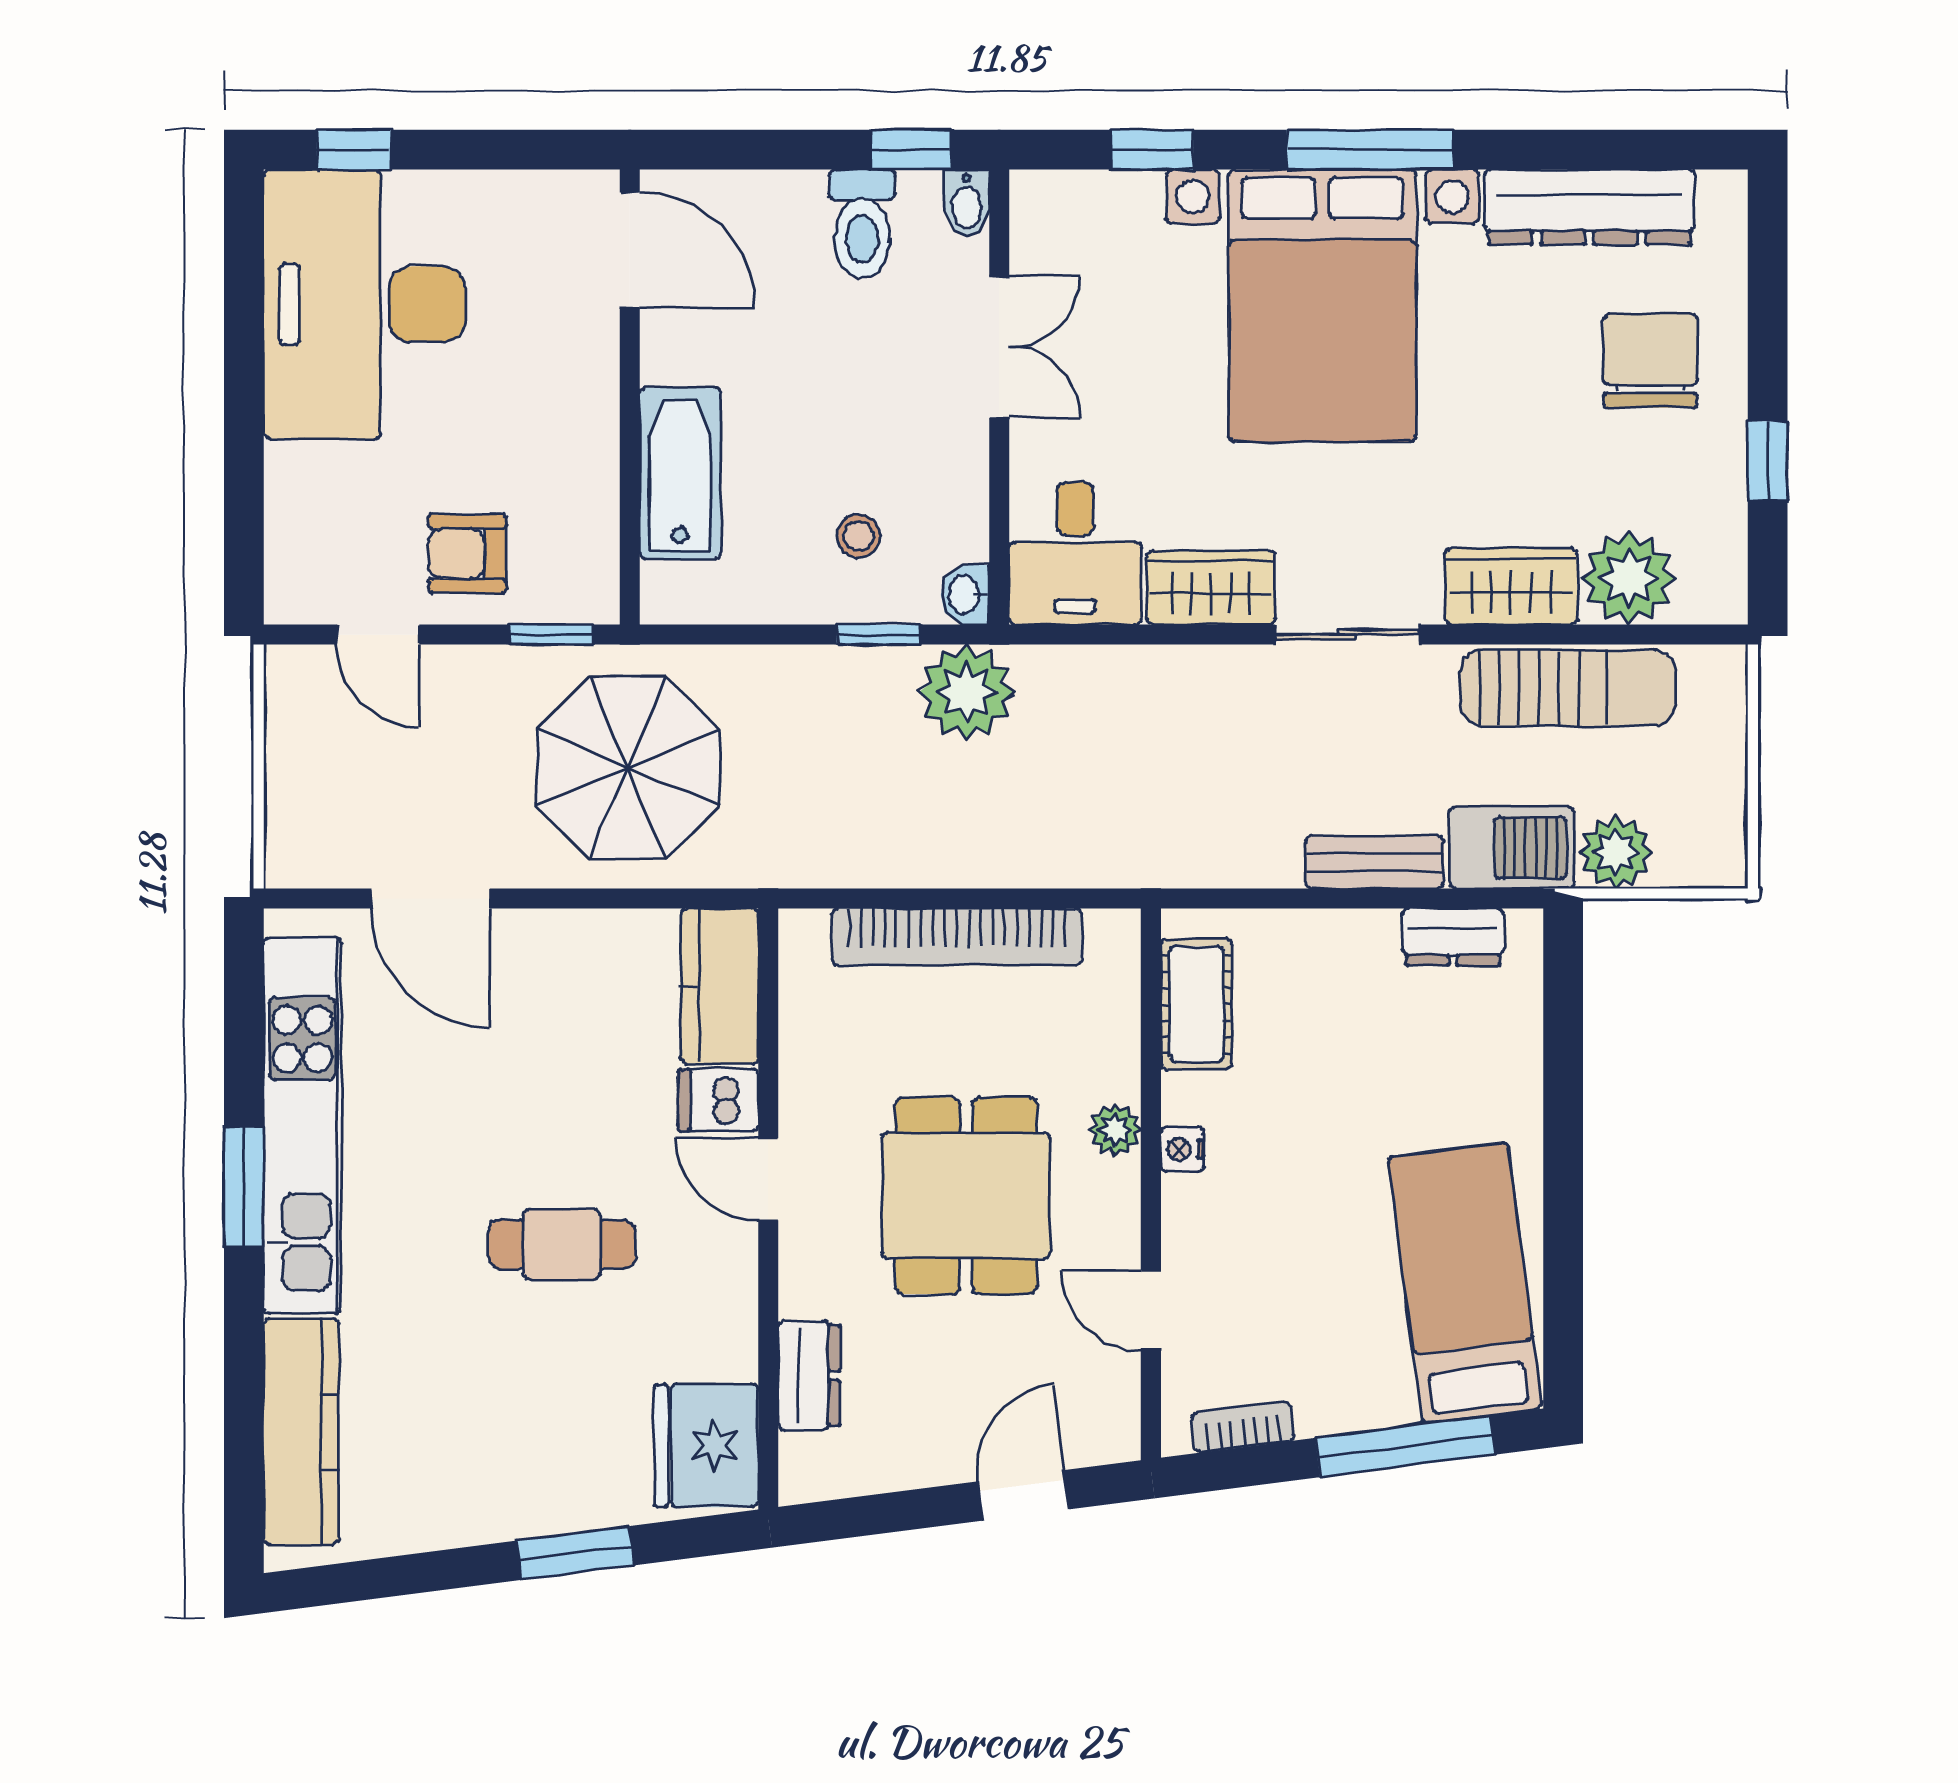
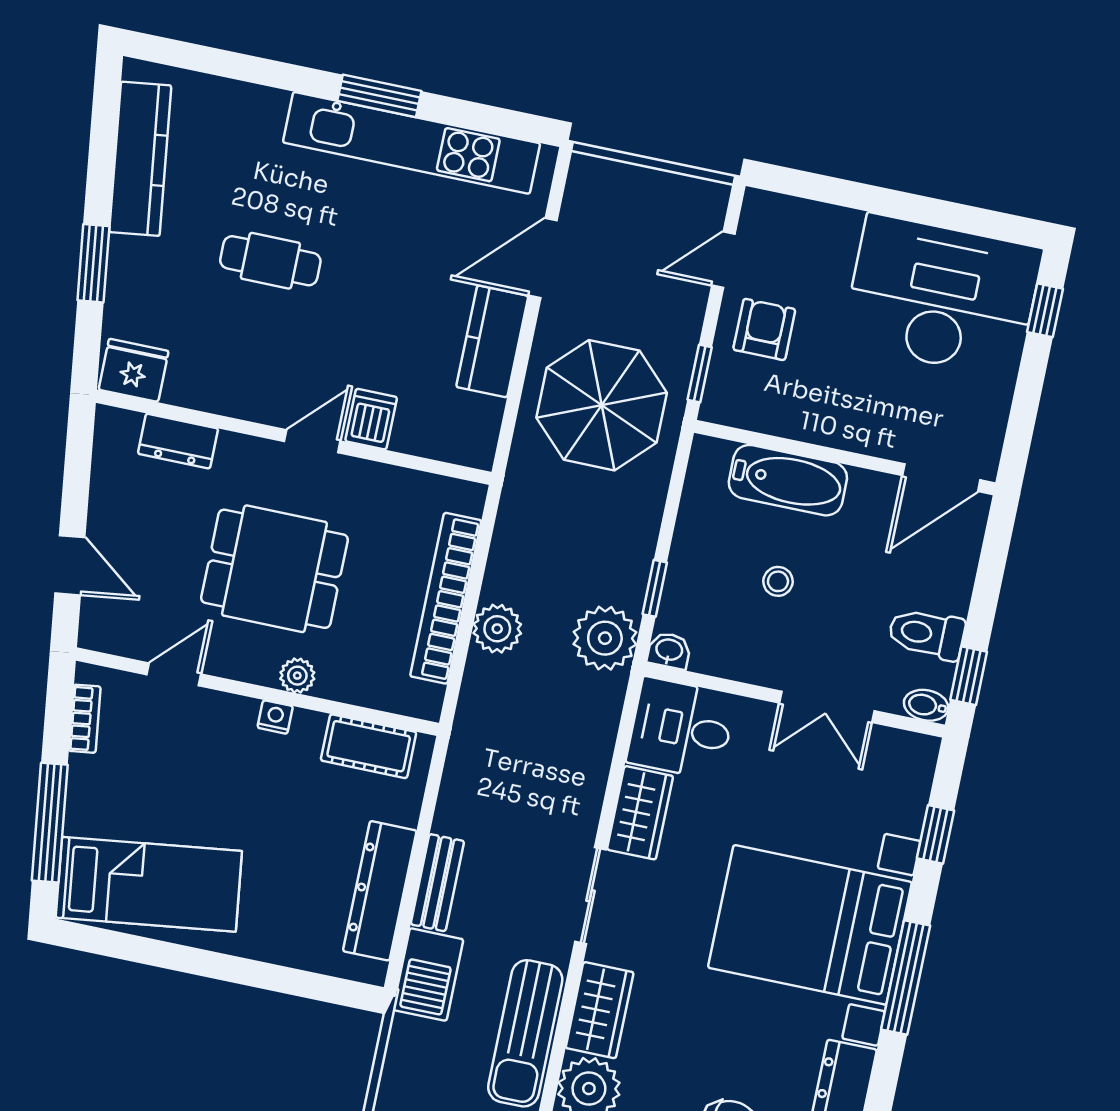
stool: (859, 536) -> (778, 581), moved
plant: (1616, 852) -> (497, 629), moved
dresser: (1453, 937) -> (380, 891), width x1.96, depth x1.24
kitchen counter: (720, 986) -> (492, 341), moved, turned -90
cafe table: (562, 1244) -> (270, 261), moved, turned 90
kitchen counter: (301, 1432) -> (140, 159), moved, turned -97
fridge: (706, 1445) -> (134, 370), width x0.73, depth x0.75

